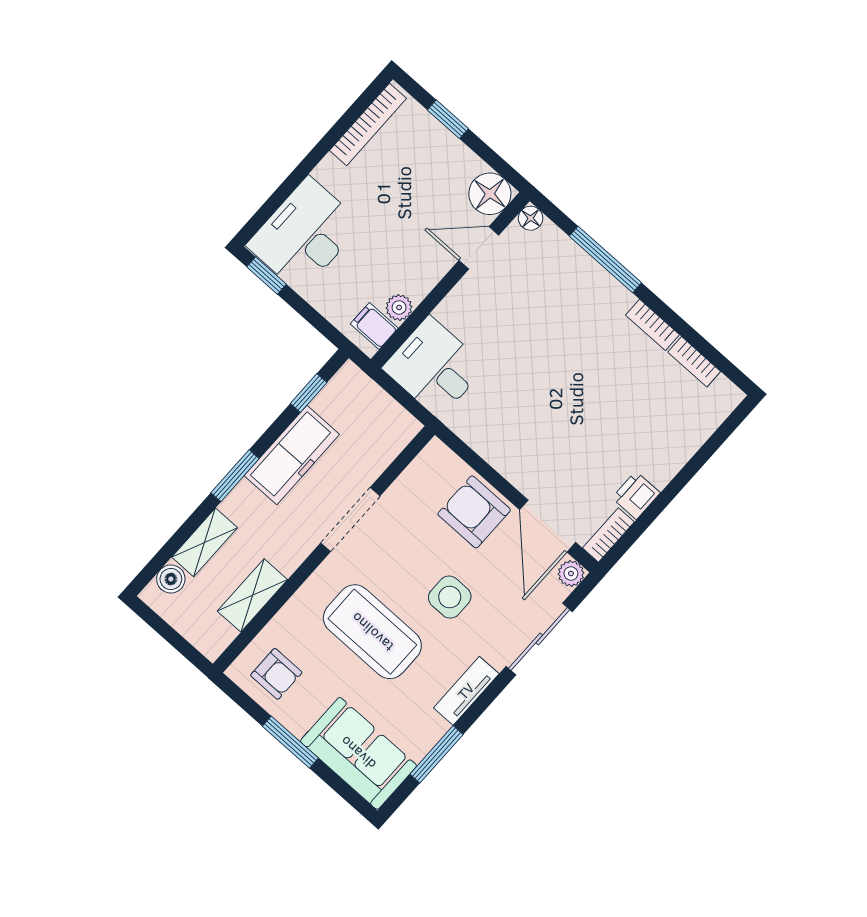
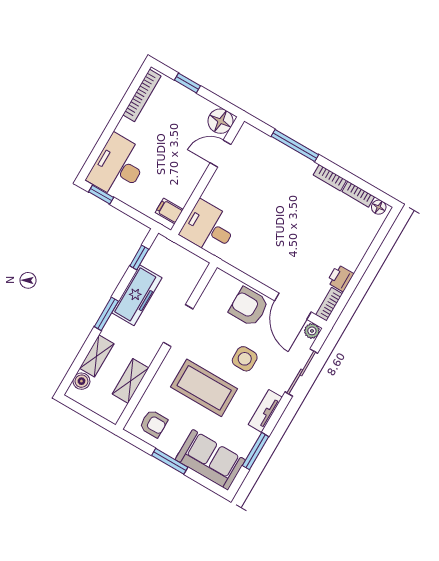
floor lamp: (531, 218) -> (379, 207), moved
plant: (399, 307) -> (181, 197), removed

